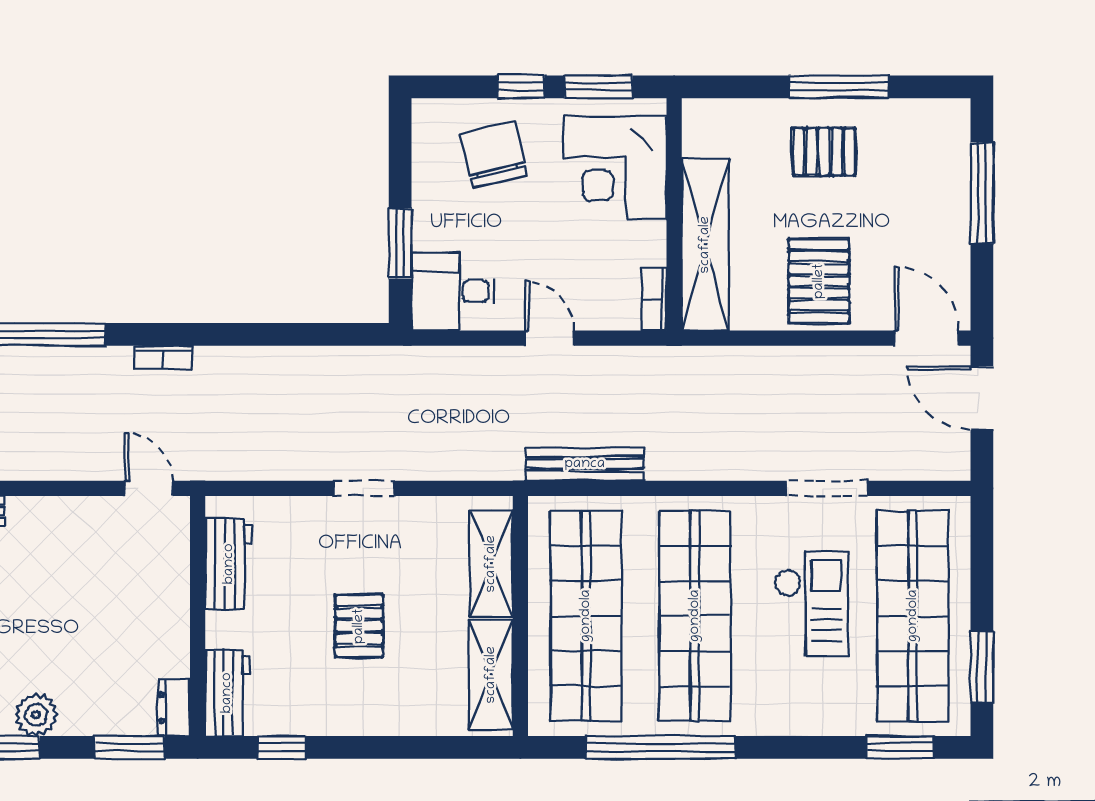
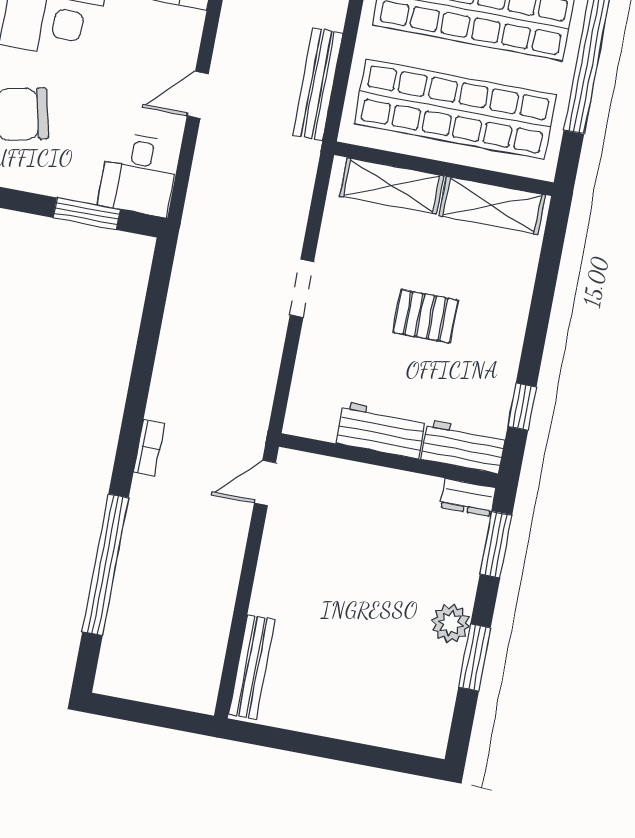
workbench: (229, 564) -> (381, 430), moved

